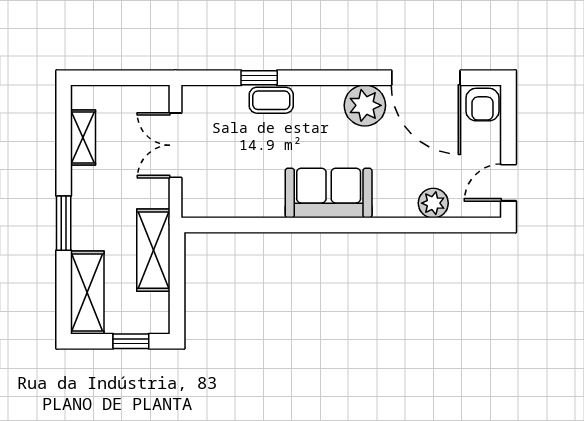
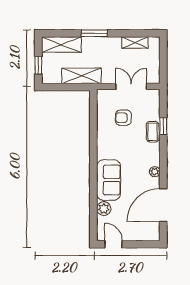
plant: (365, 105) -> (155, 172), width x0.53, depth x0.53
armchair: (483, 105) -> (123, 118), moved
sofa: (329, 193) -> (109, 180), moved

